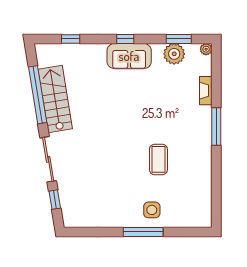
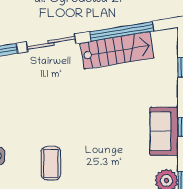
coffee table: (158, 159) -> (51, 163), turned 90

